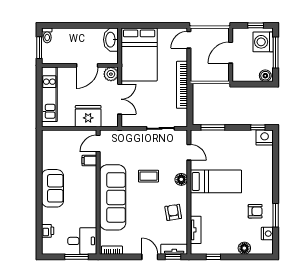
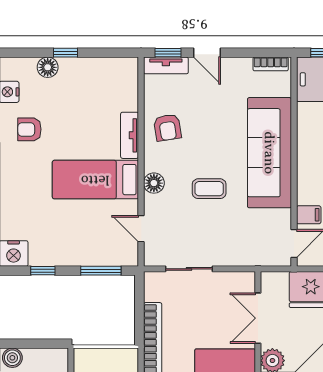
window: (258, 127) -> (43, 271), moved
tv unit: (196, 230) -> (130, 135), moved
window: (213, 257) -> (66, 53), moved

